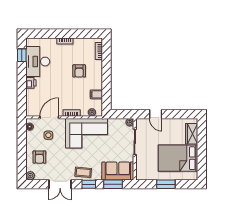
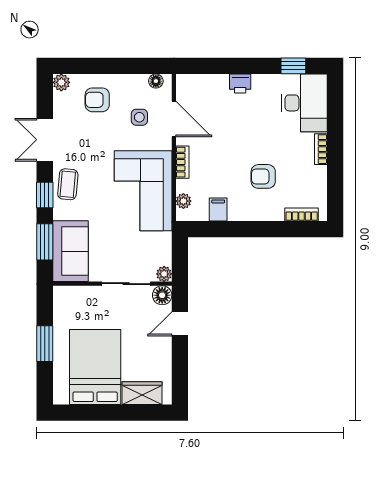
desk: (38, 62) -> (304, 103), moved, turned 90
floor lamp: (141, 123) -> (162, 295), added

